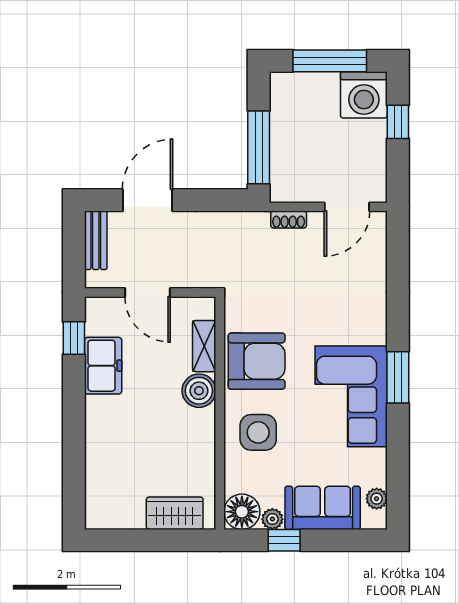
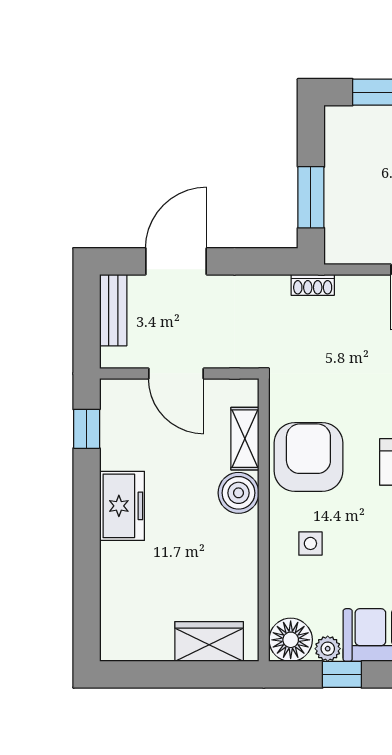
window: (259, 147) -> (311, 197), width x0.69
shoe rack: (289, 219) -> (313, 285), moved
armchair: (257, 361) -> (308, 457), turned -90
freezer: (103, 366) -> (122, 506), moved
side table: (258, 432) -> (310, 543), width x0.54, depth x0.54

